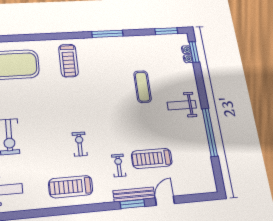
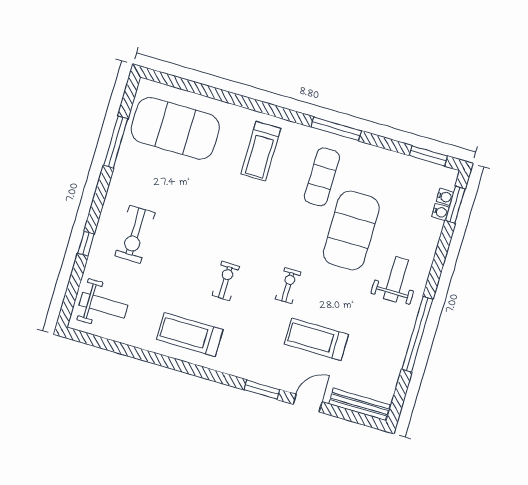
exercise mat: (111, 63) -> (322, 177), added
exercise mat: (143, 87) -> (351, 230), width x2.00, depth x1.45
weight bench: (182, 105) -> (396, 279), turned 90
exercise bike: (119, 165) -> (288, 286), moved
bench: (134, 194) -> (359, 404), moved

